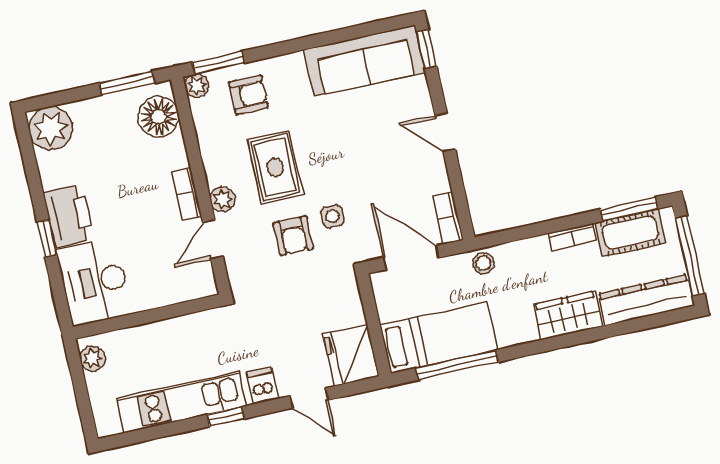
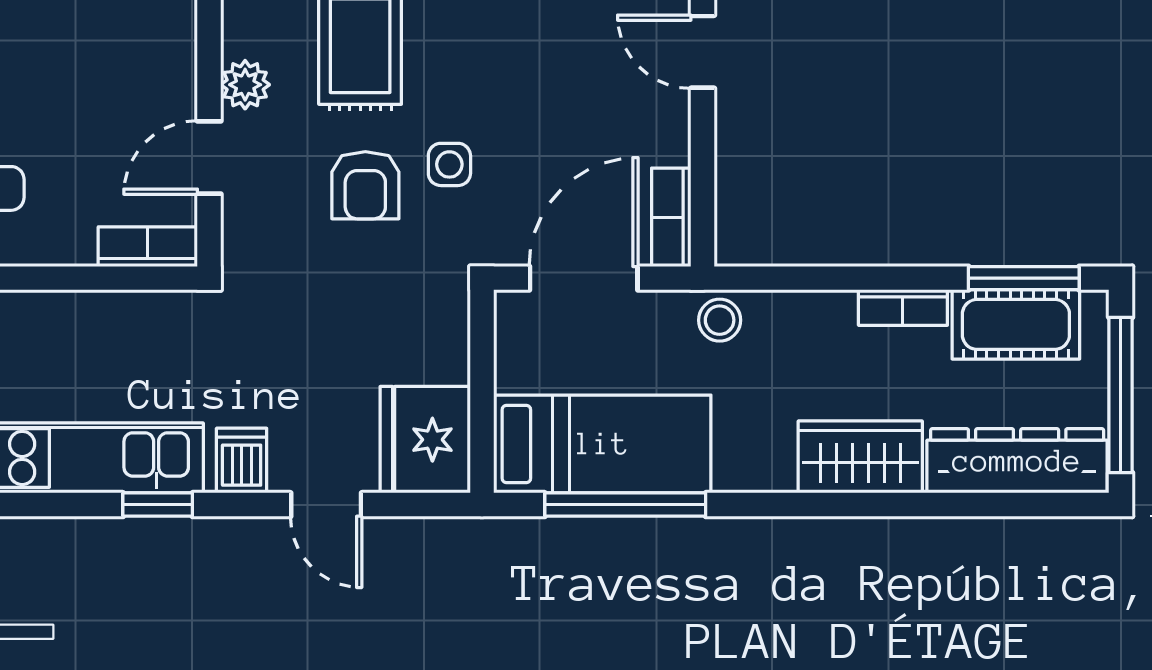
bookcase: (186, 194) -> (148, 247), moved, turned 90
door: (411, 258) -> (584, 278), hinge flipped

